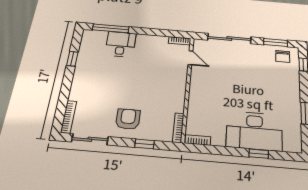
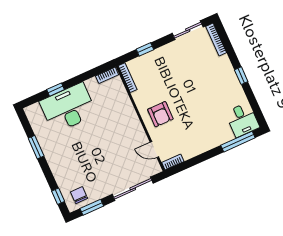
desk: (121, 44) -> (242, 120), moved
window: (72, 59) -> (241, 76), moved
armchair: (128, 119) -> (160, 114), moved

